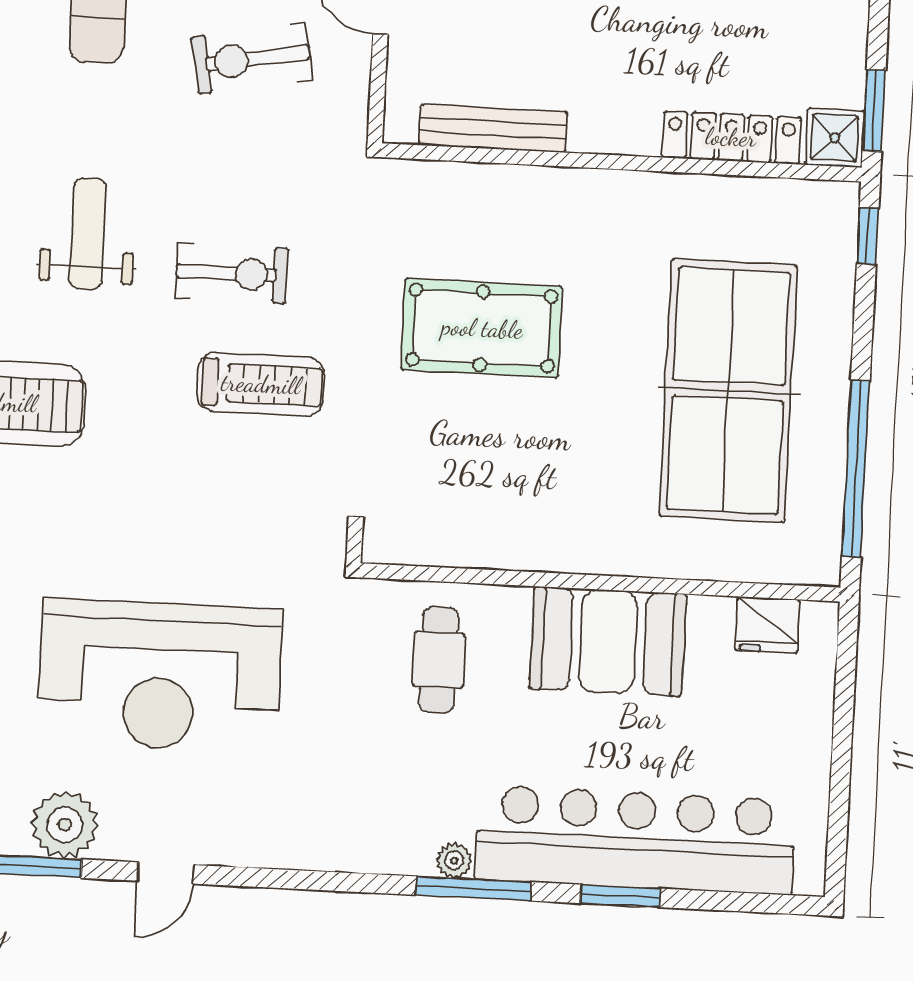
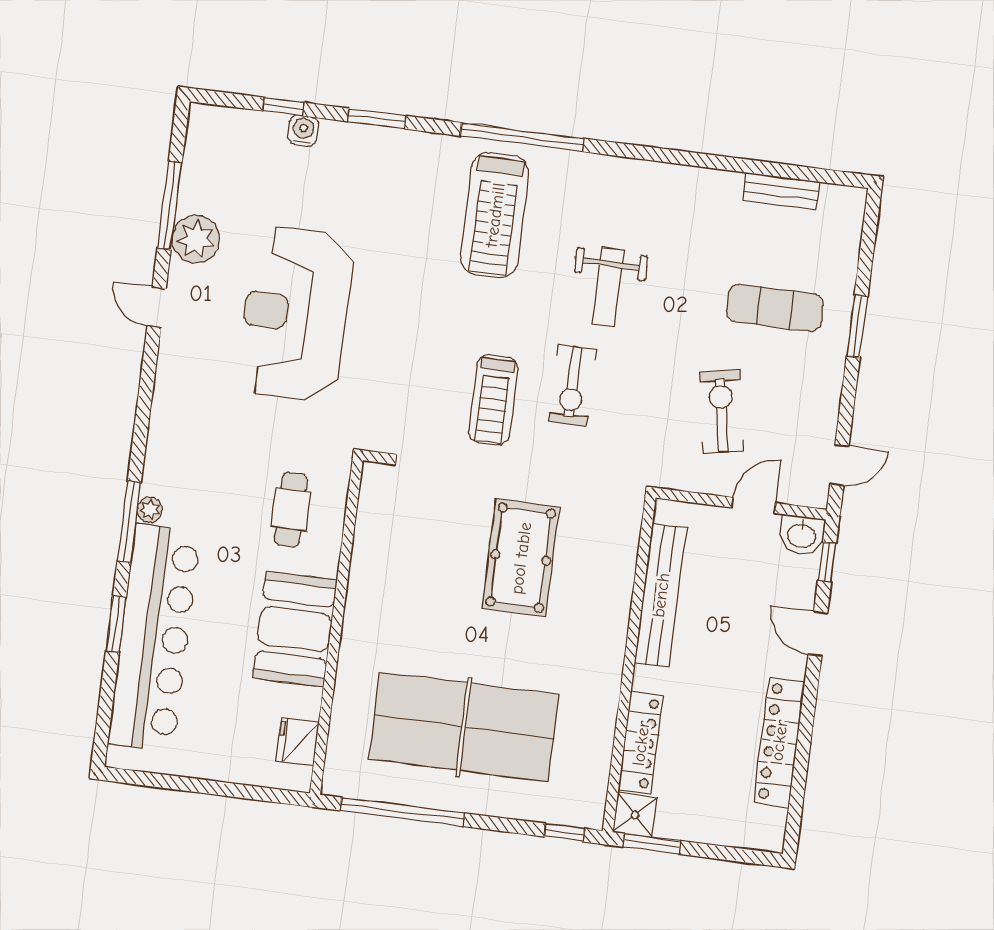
bench: (493, 128) -> (661, 595), width x1.37, depth x1.21
weight bench: (88, 234) -> (608, 287), turned 90
cafe table: (438, 660) -> (291, 510), turned 90

